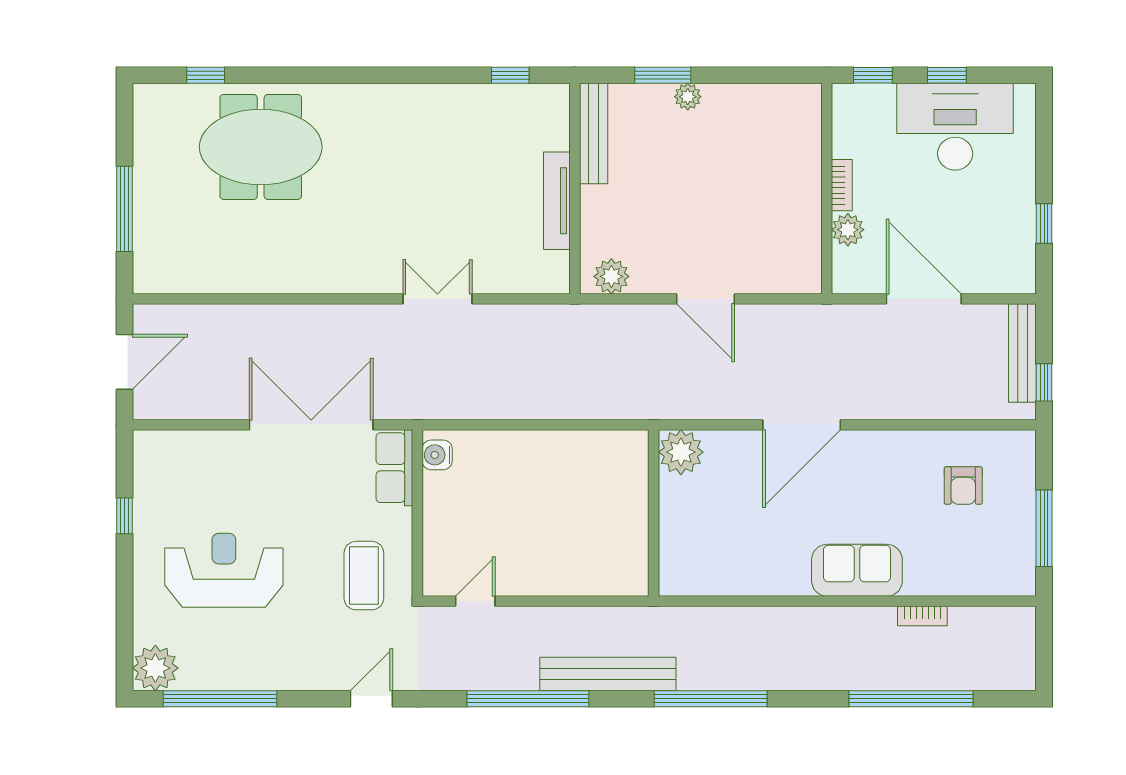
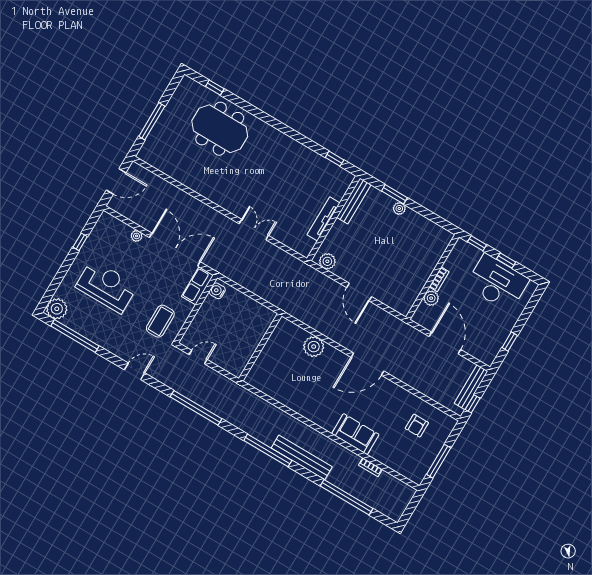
plant: (224, 442) -> (137, 236), added
wall: (654, 513) -> (260, 347), moved
bench: (608, 674) -> (302, 457), moved

